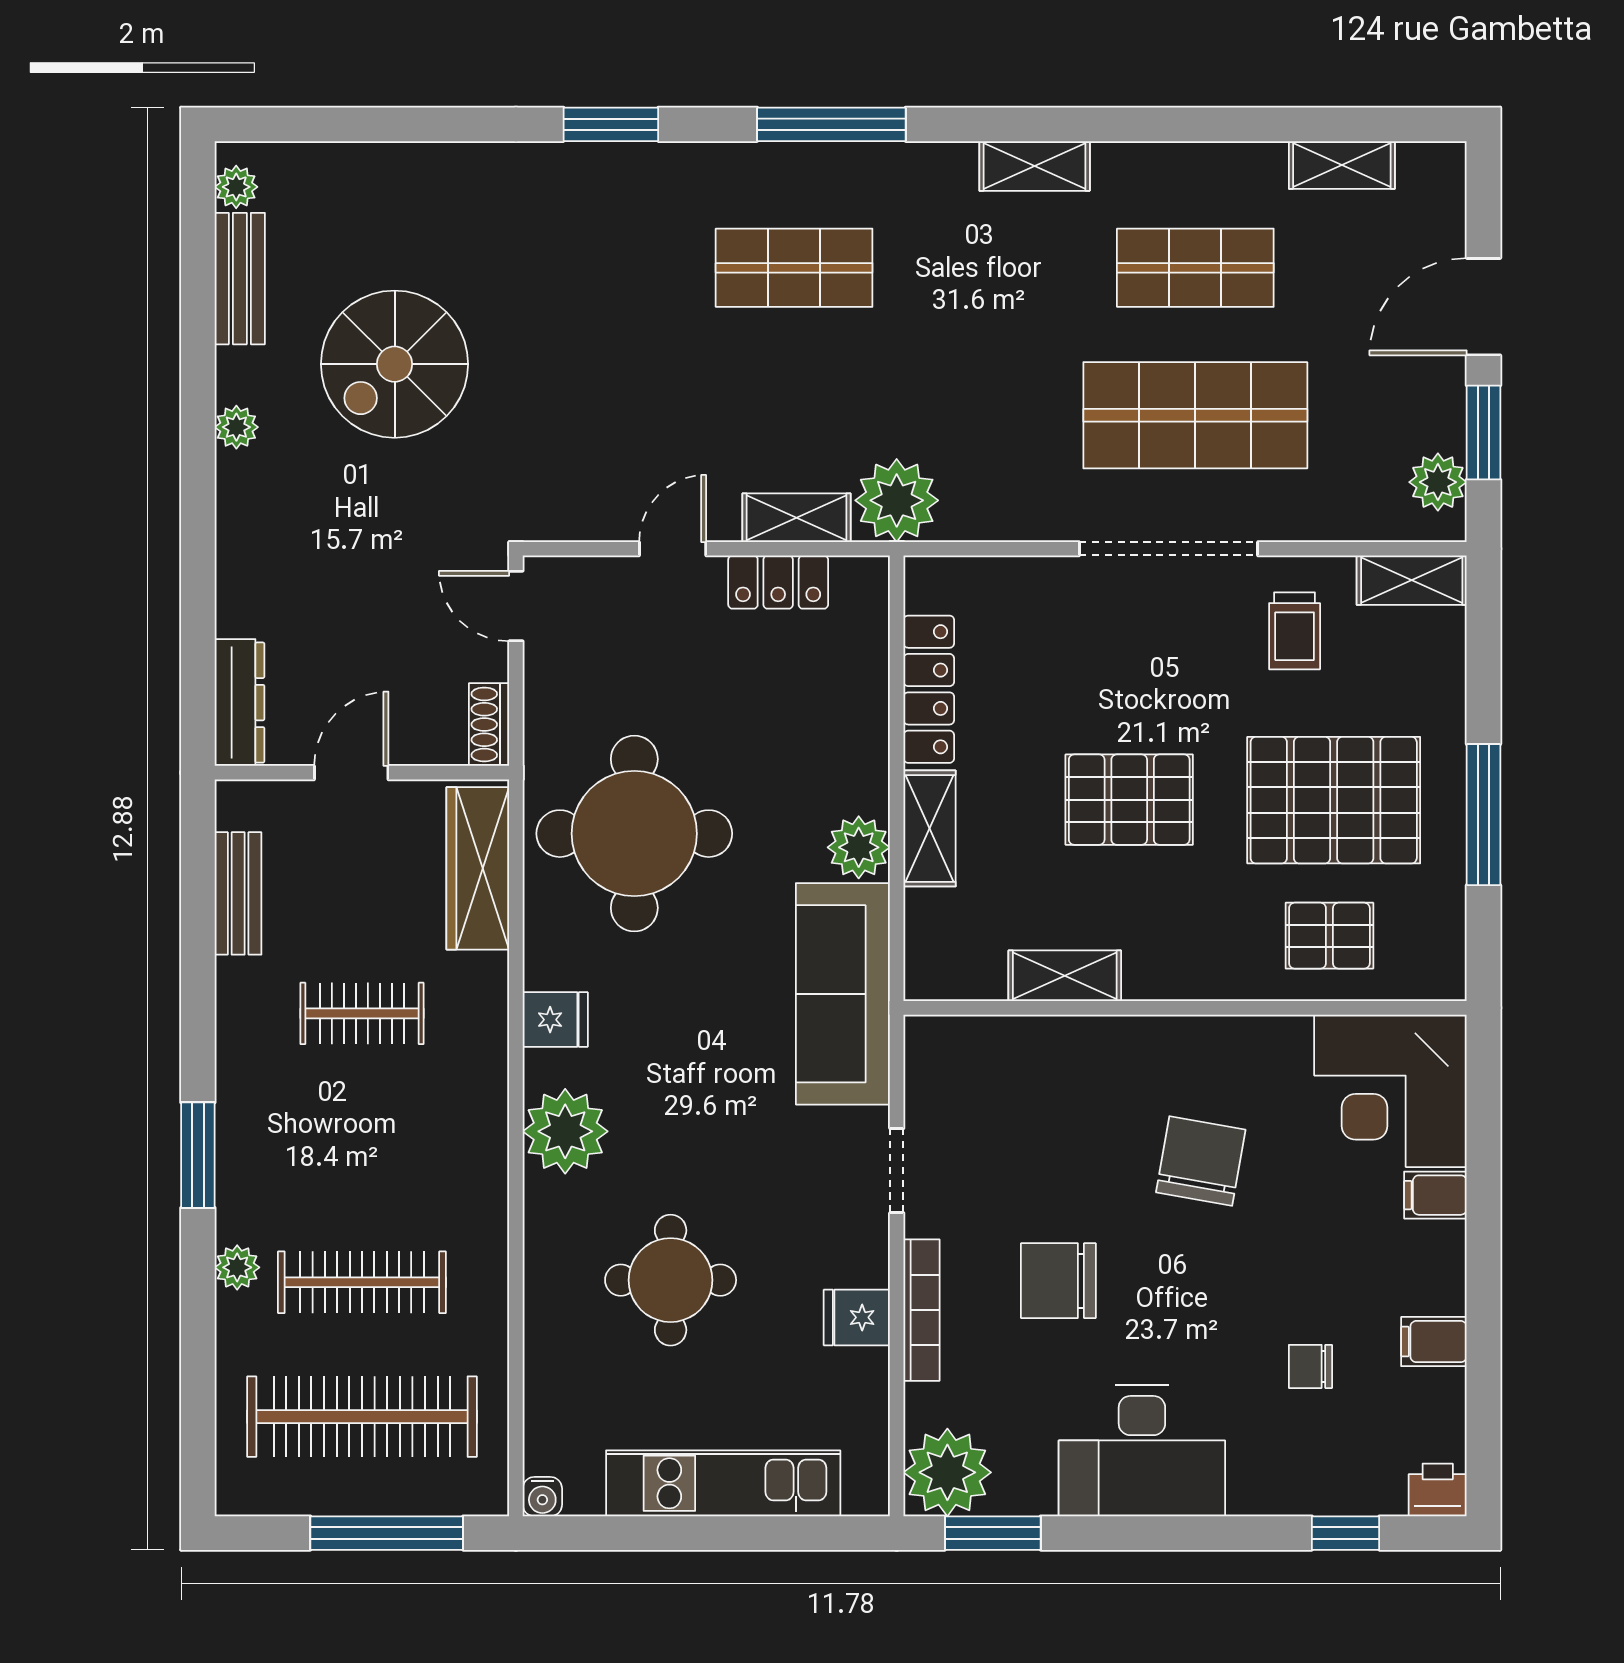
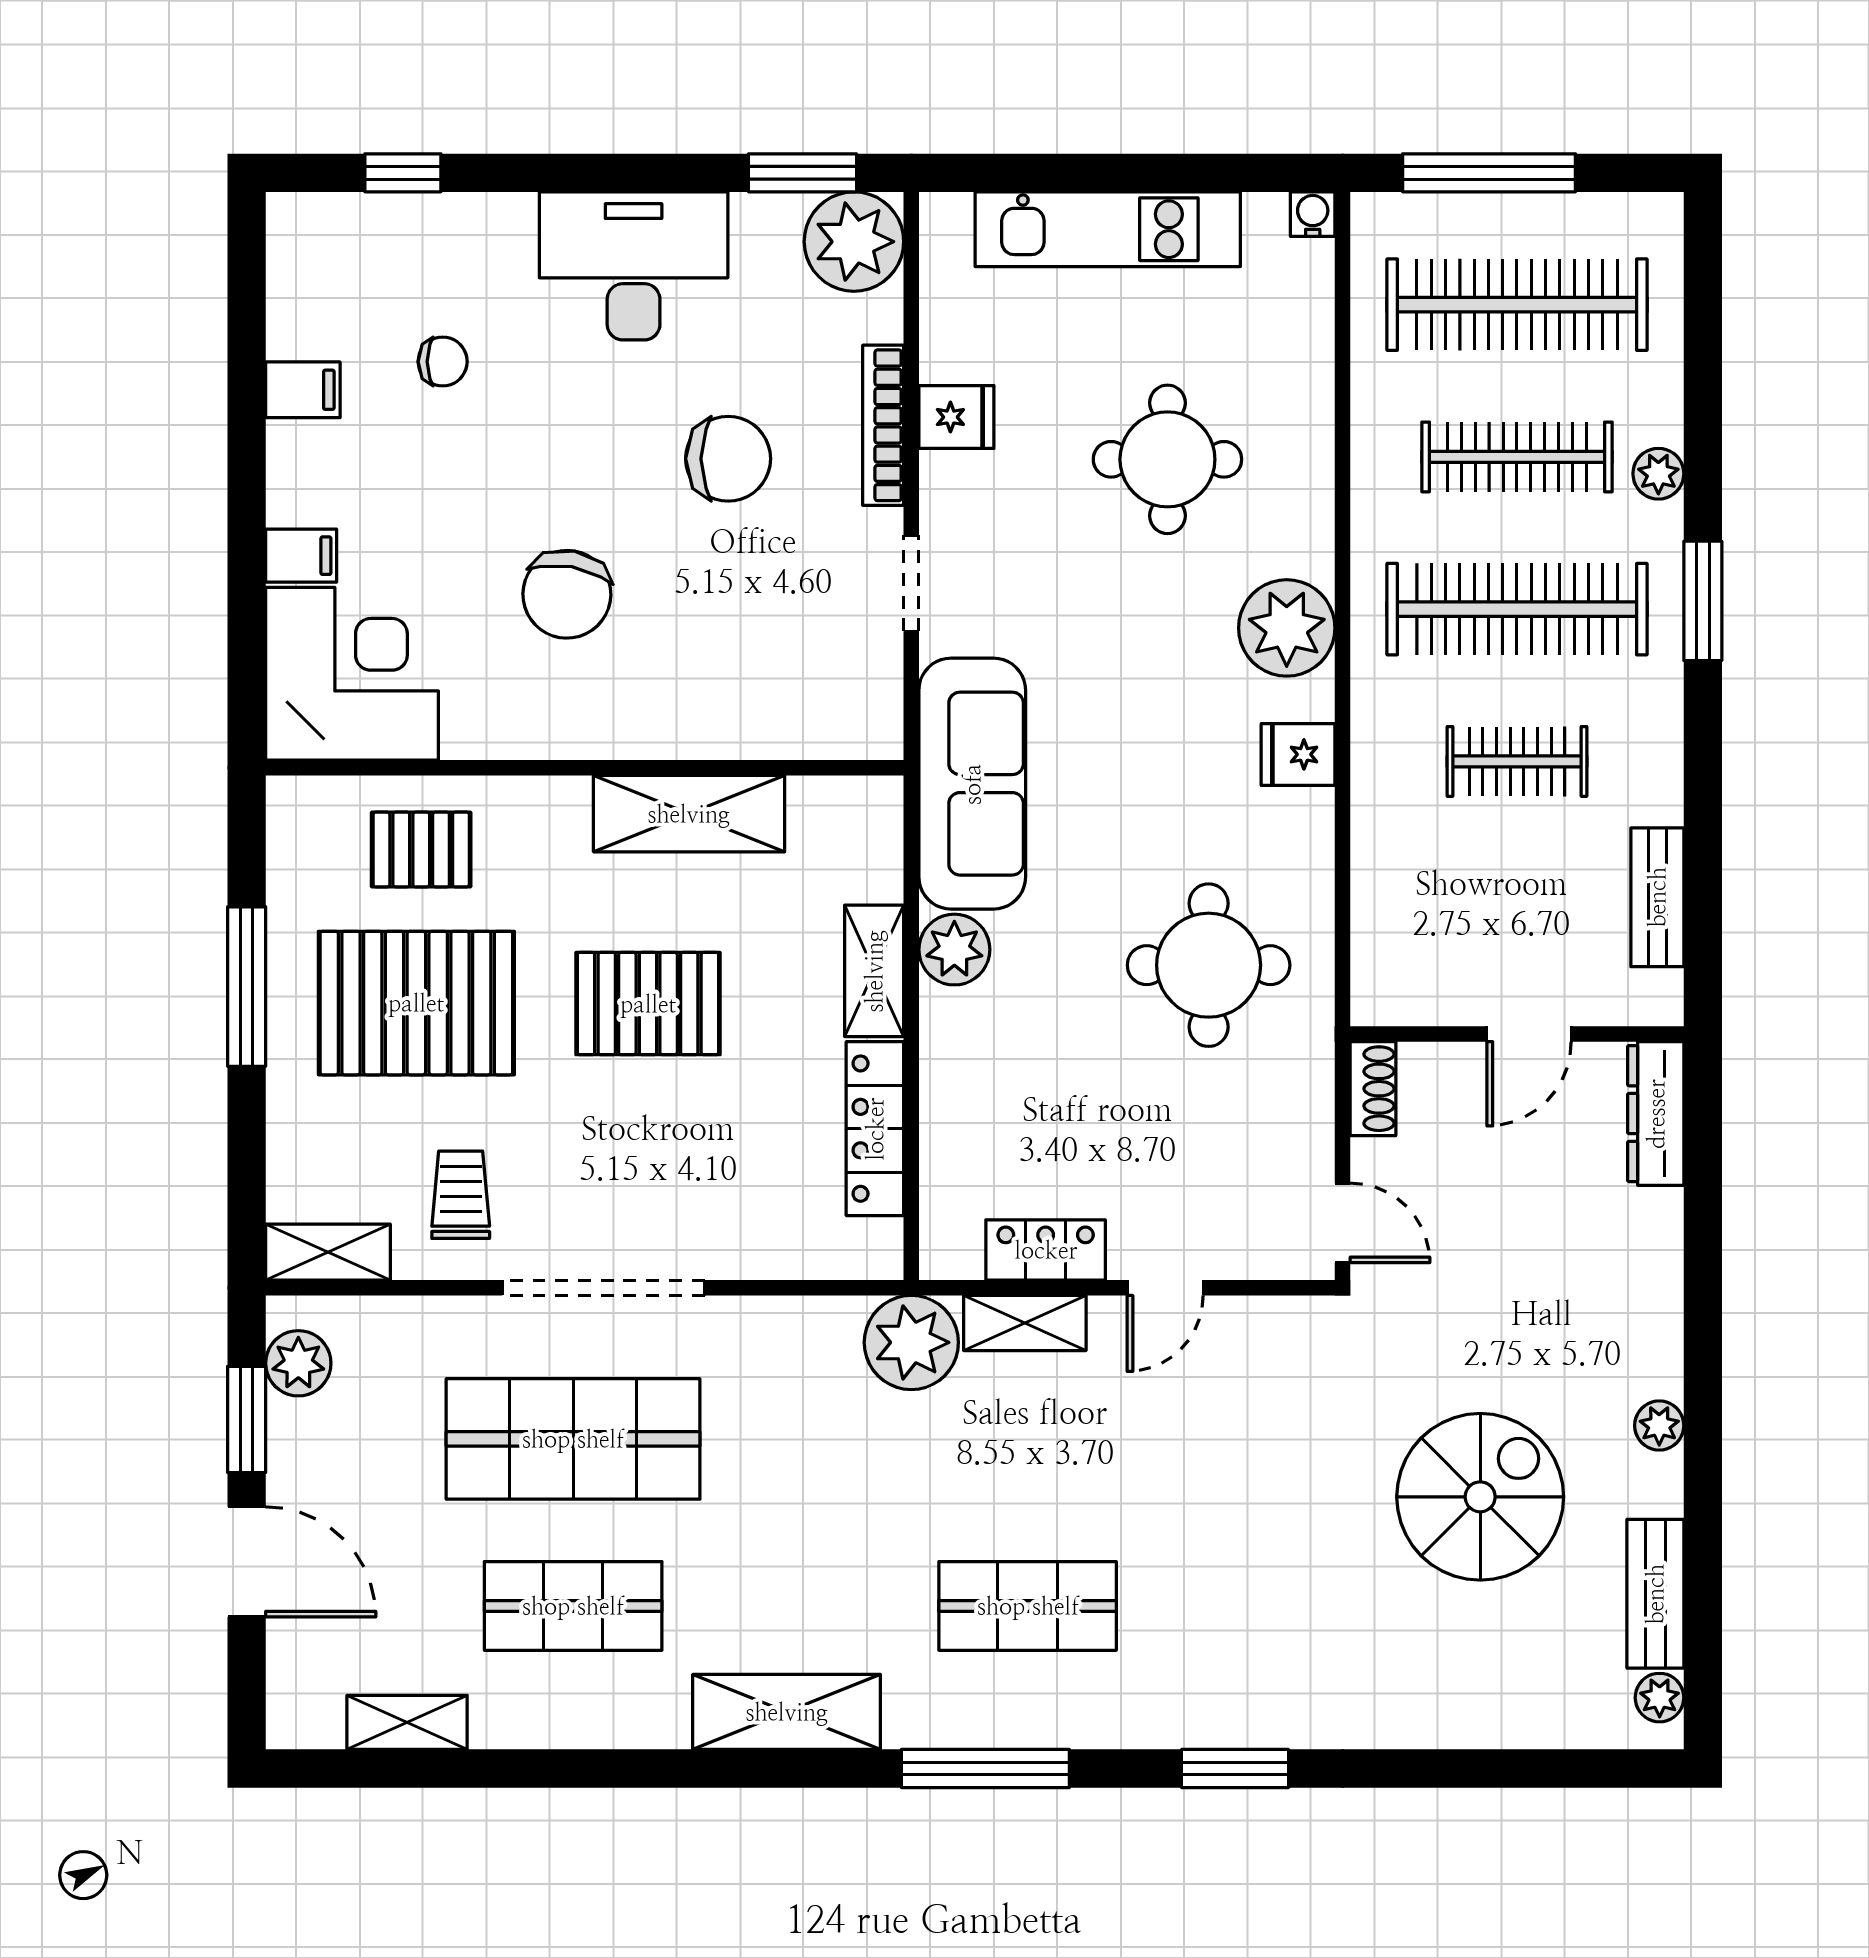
shelving: (1035, 166) -> (787, 1712), width x1.50, depth x1.33
door: (1484, 307) -> (247, 1562), hinge flipped
round table: (634, 834) -> (1209, 965), width x0.73, depth x0.73
wardrobe: (478, 868) -> (1386, 926), removed
shelving: (1065, 976) -> (689, 814), width x1.50, depth x1.33
clothes rail: (362, 1148) -> (1517, 609), added
printer: (1438, 1490) -> (299, 222), removed

